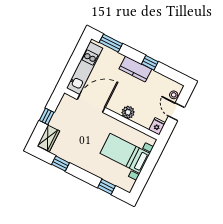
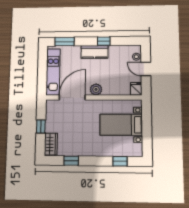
plant: (128, 112) -> (96, 89), moved

